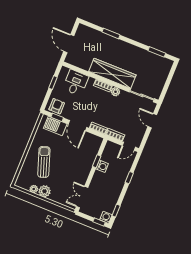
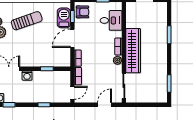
door: (129, 146) -> (72, 93), swing flipped
washing machine: (102, 166) -> (27, 76), moved

